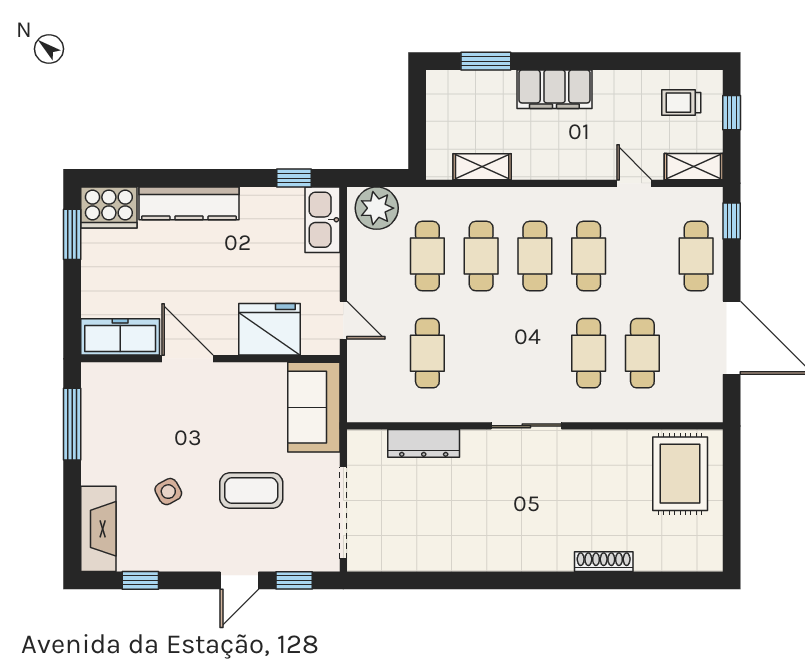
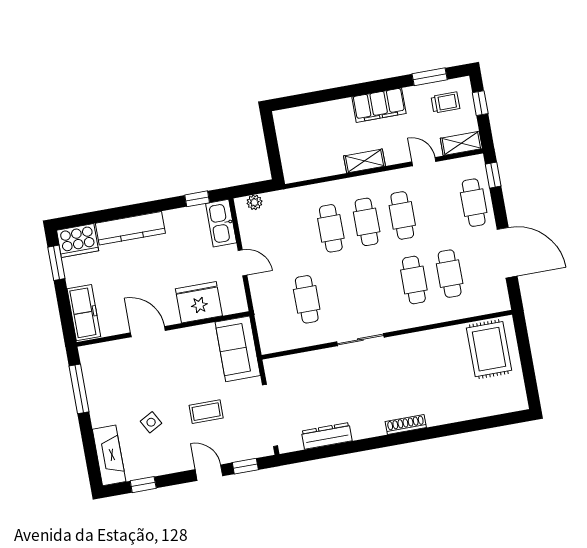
window: (486, 61) -> (430, 77), moved
filing cabinet: (554, 89) -> (379, 105), moved
trolley: (681, 103) -> (445, 102), turned 180
shelving: (482, 167) -> (365, 161), moved
plant: (377, 208) -> (254, 202), width x0.53, depth x0.53
cafe table: (427, 256) -> (295, 235), removed
door: (343, 320) -> (242, 263), moved
freezer: (120, 337) -> (84, 313), moved, turned 90
sliding door: (526, 426) -> (360, 340), moved
dresser: (424, 443) -> (327, 436), moved, turned 180
coffee table: (251, 491) -> (206, 412), width x0.73, depth x0.77
shoe rack: (604, 562) -> (406, 424), moved
door: (239, 580) -> (209, 473), swing flipped

